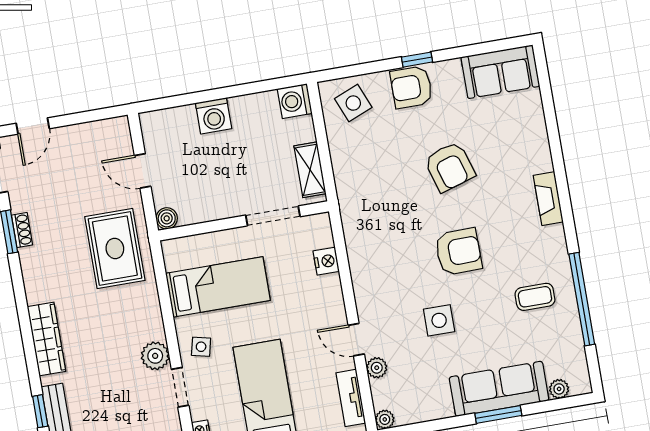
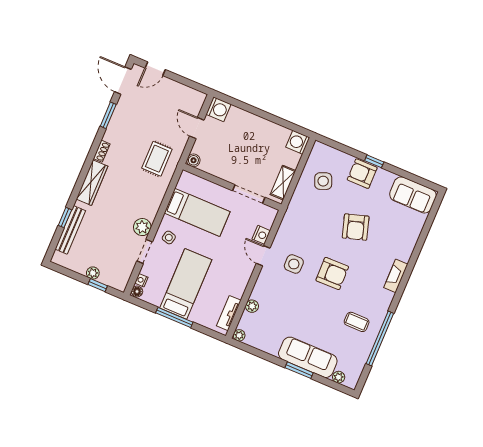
side table: (353, 103) -> (323, 181), moved
washing machine: (214, 116) -> (218, 109), moved, turned -90
shoe rack: (22, 230) -> (102, 151), moved
rug: (115, 248) -> (157, 159), width x0.73, depth x0.70
side table: (439, 320) -> (294, 264), moved
door: (356, 340) -> (263, 256), moved

